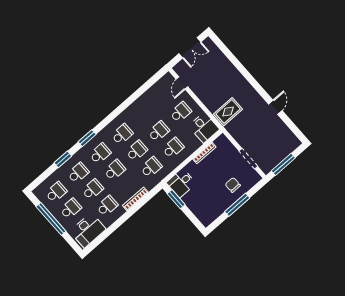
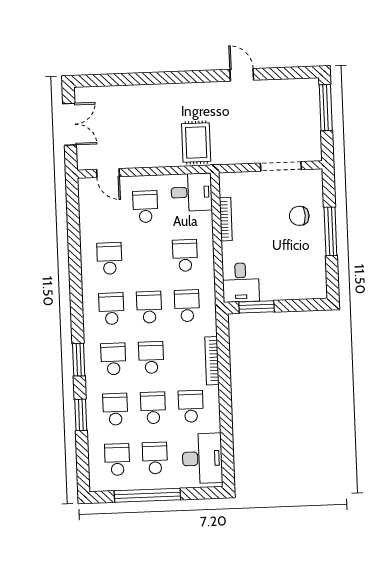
school desk: (159, 131) -> (109, 258), moved
window: (283, 164) -> (326, 108), moved

